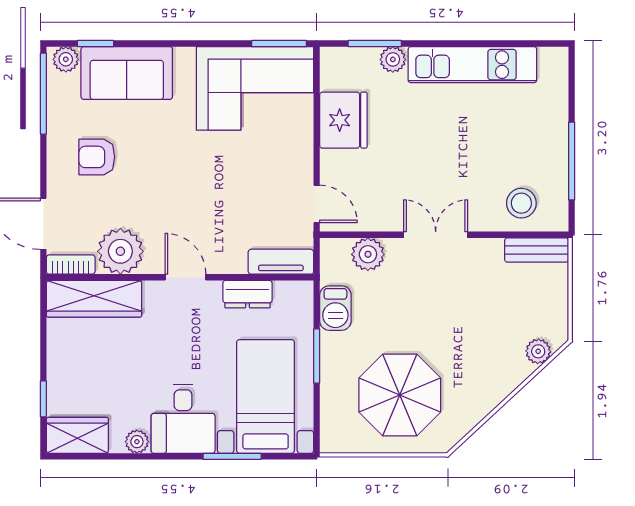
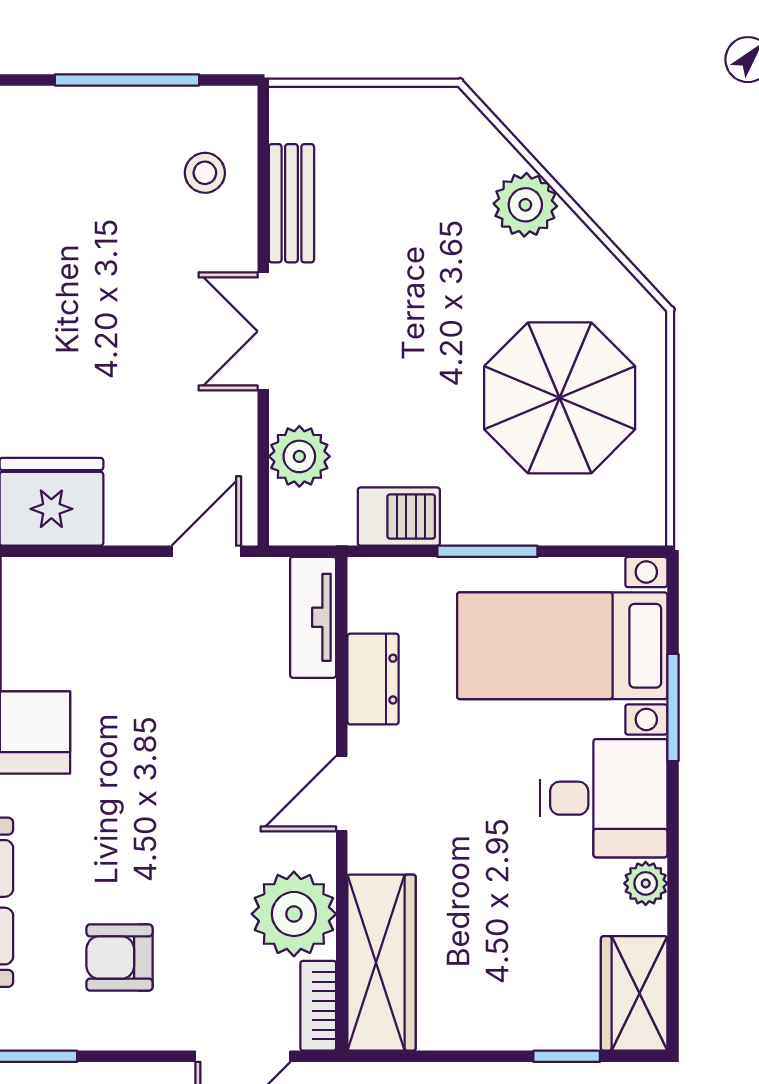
armchair: (97, 157) -> (120, 958), turned 90
stool: (521, 203) -> (205, 173), width x0.73, depth x0.73
bench: (537, 250) -> (291, 203), moved
plant: (538, 351) -> (525, 205), moved, width x1.38, depth x1.38

